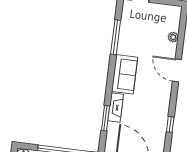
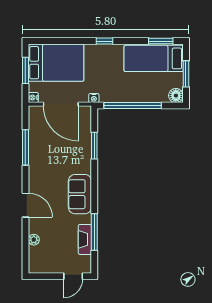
fireplace: (116, 108) -> (85, 239), moved
window: (170, 124) -> (25, 147), width x2.17

